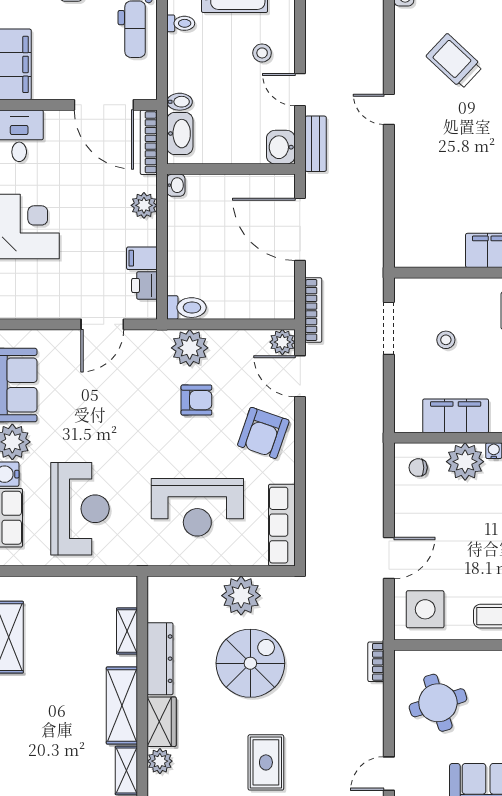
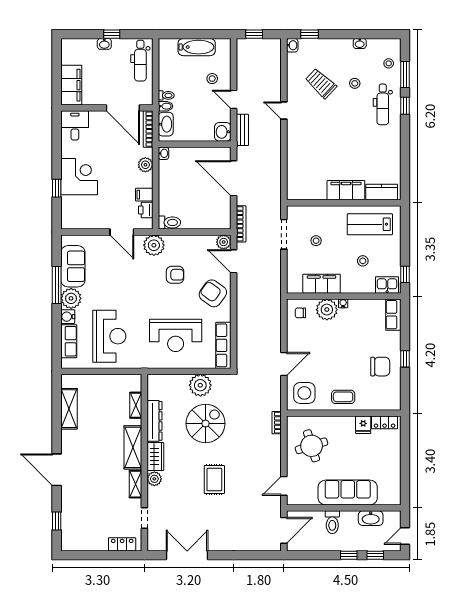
toilet: (181, 23) -> (166, 95), moved
door: (102, 324) -> (122, 232), hinge flipped
plant: (190, 348) -> (154, 245), moved
armchair: (263, 433) -> (213, 293), turned 107

